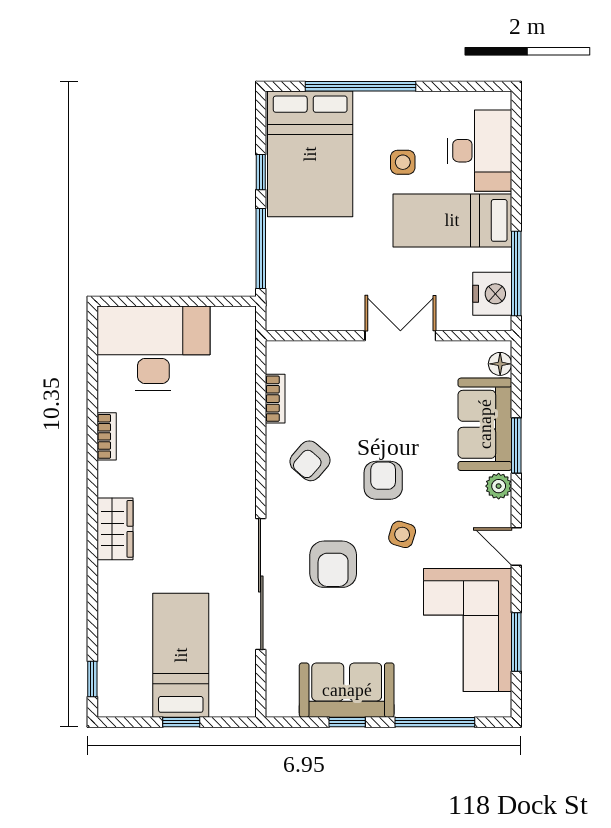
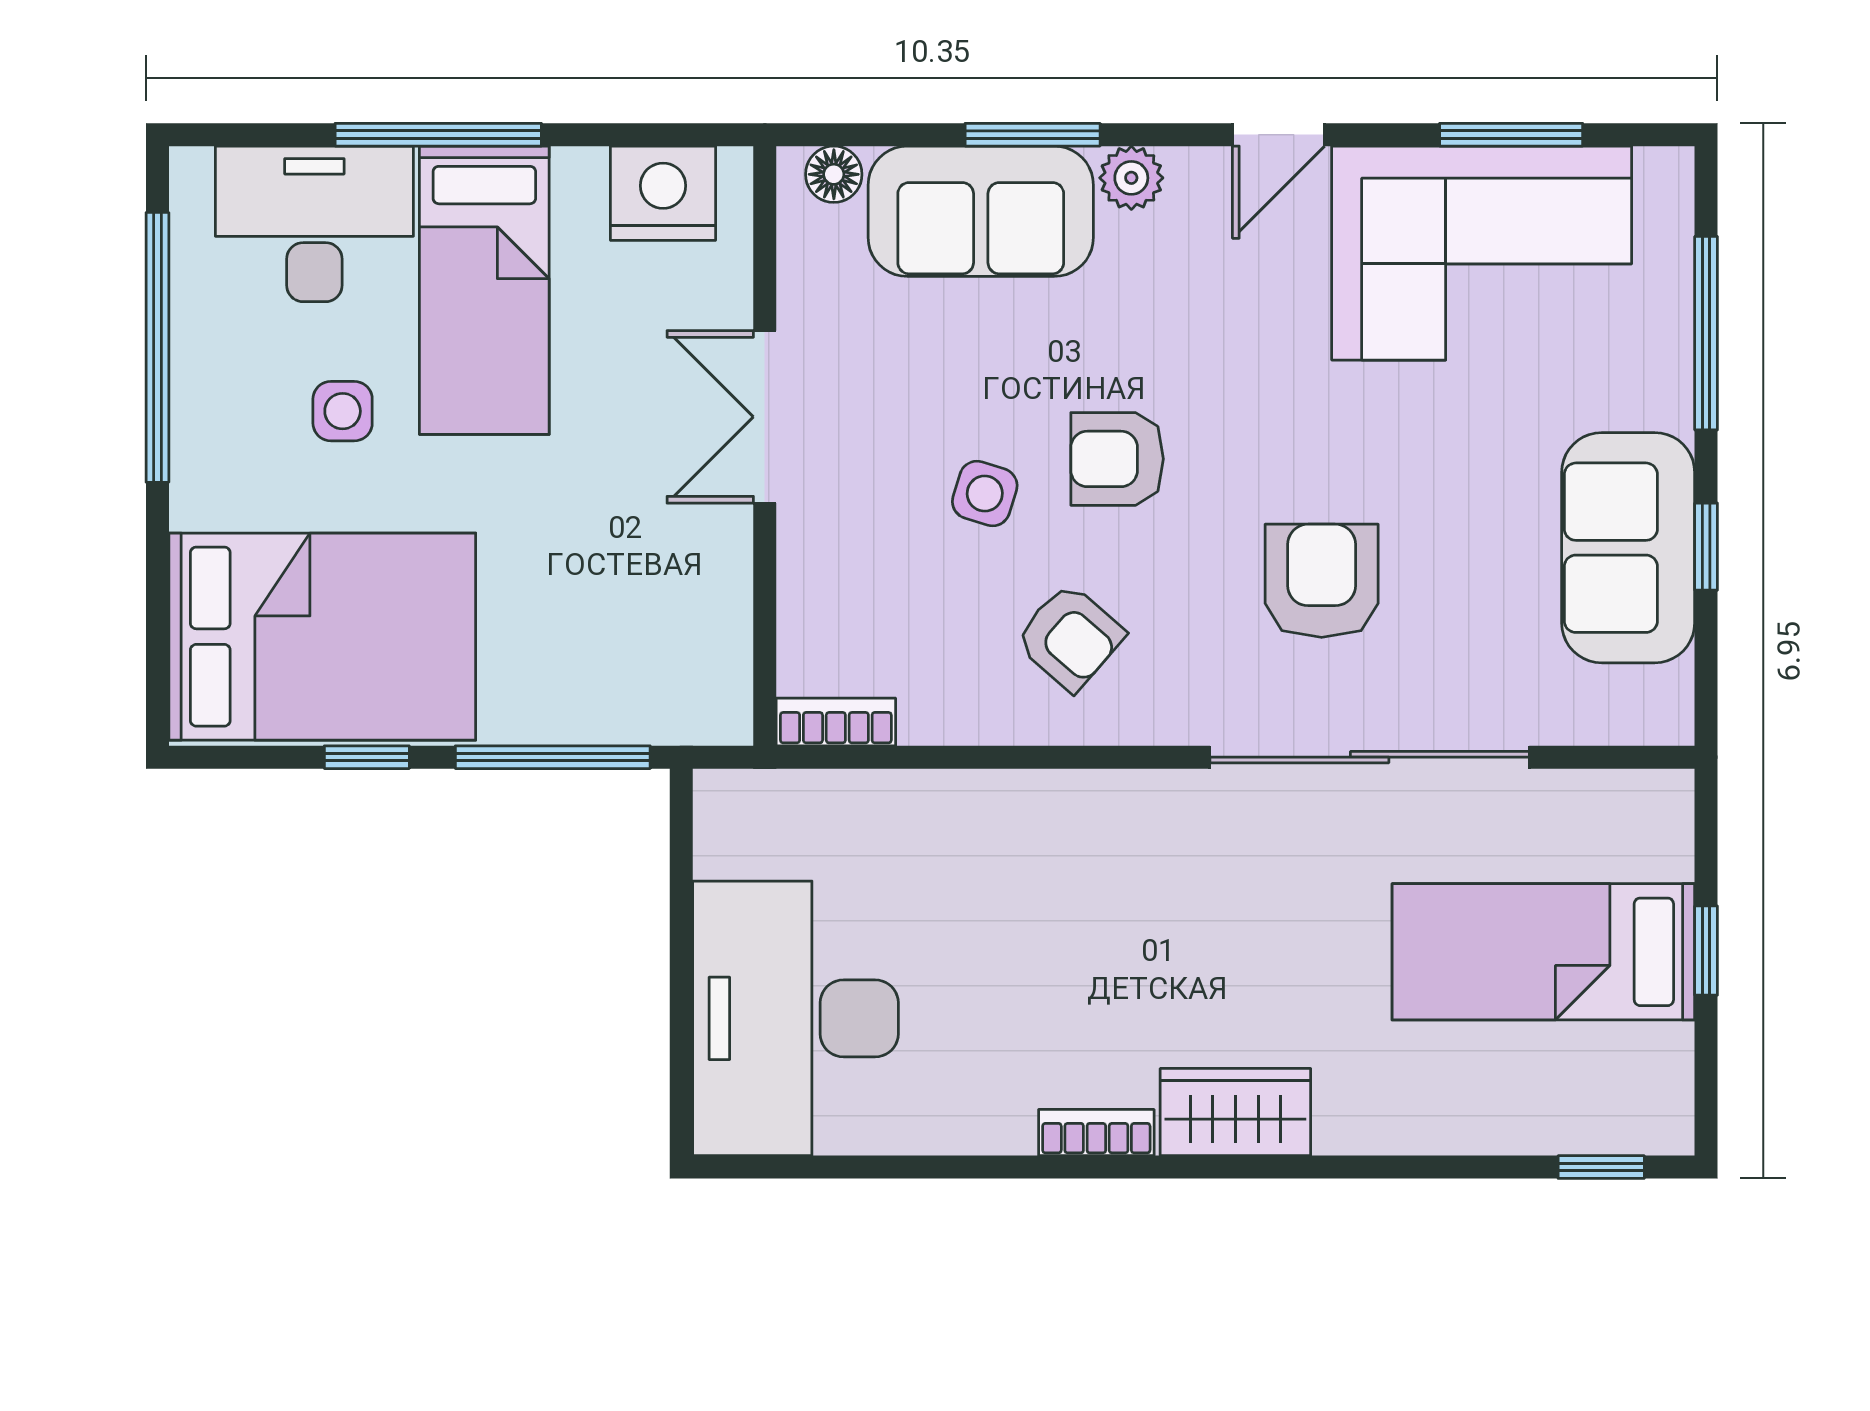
window: (360, 86) -> (157, 347), moved
window: (516, 274) -> (438, 135), moved
bookcase: (275, 399) -> (836, 722), moved
bookcase: (107, 436) -> (1096, 1133), moved
side table: (402, 534) -> (985, 494), moved
armchair: (333, 564) -> (1322, 581), turned -90

